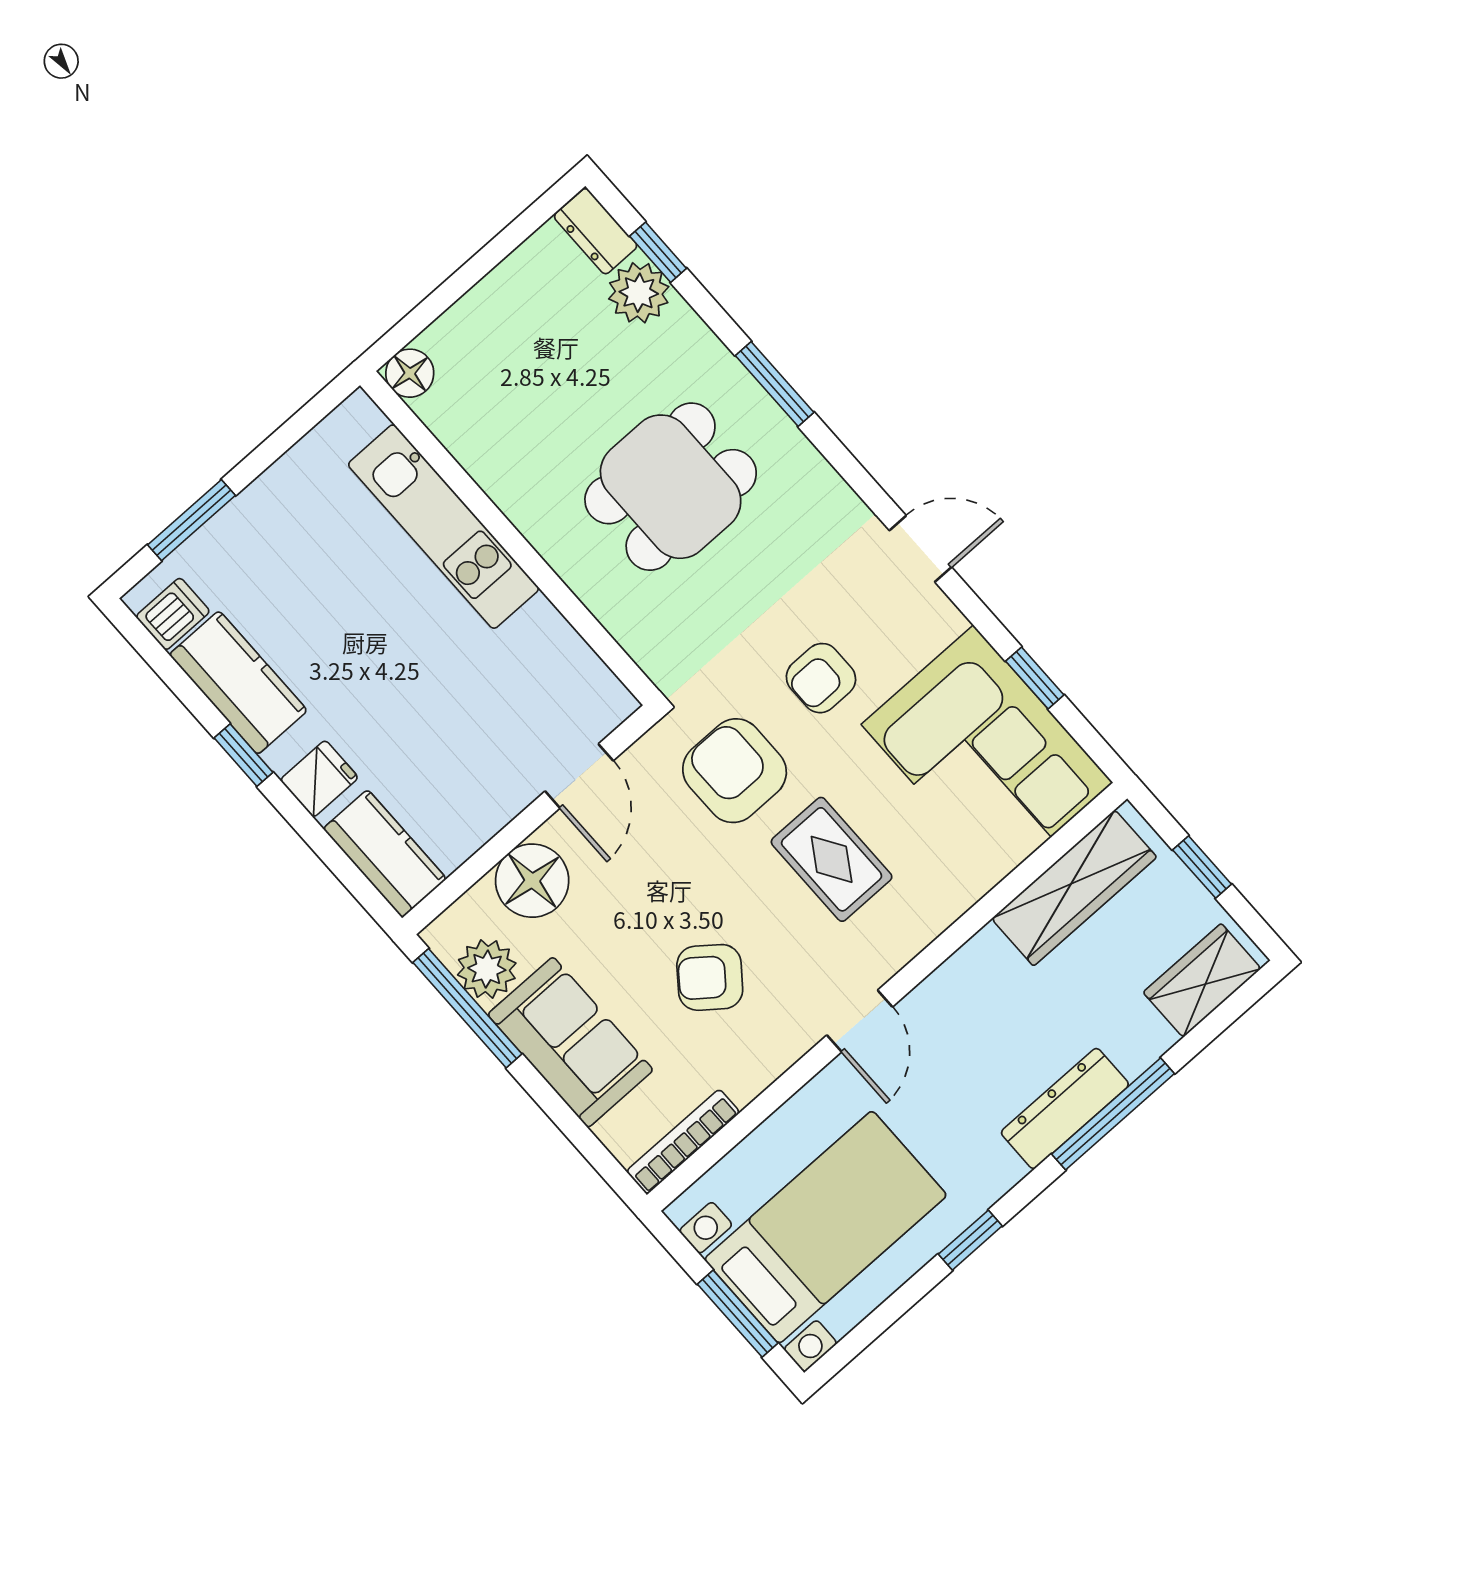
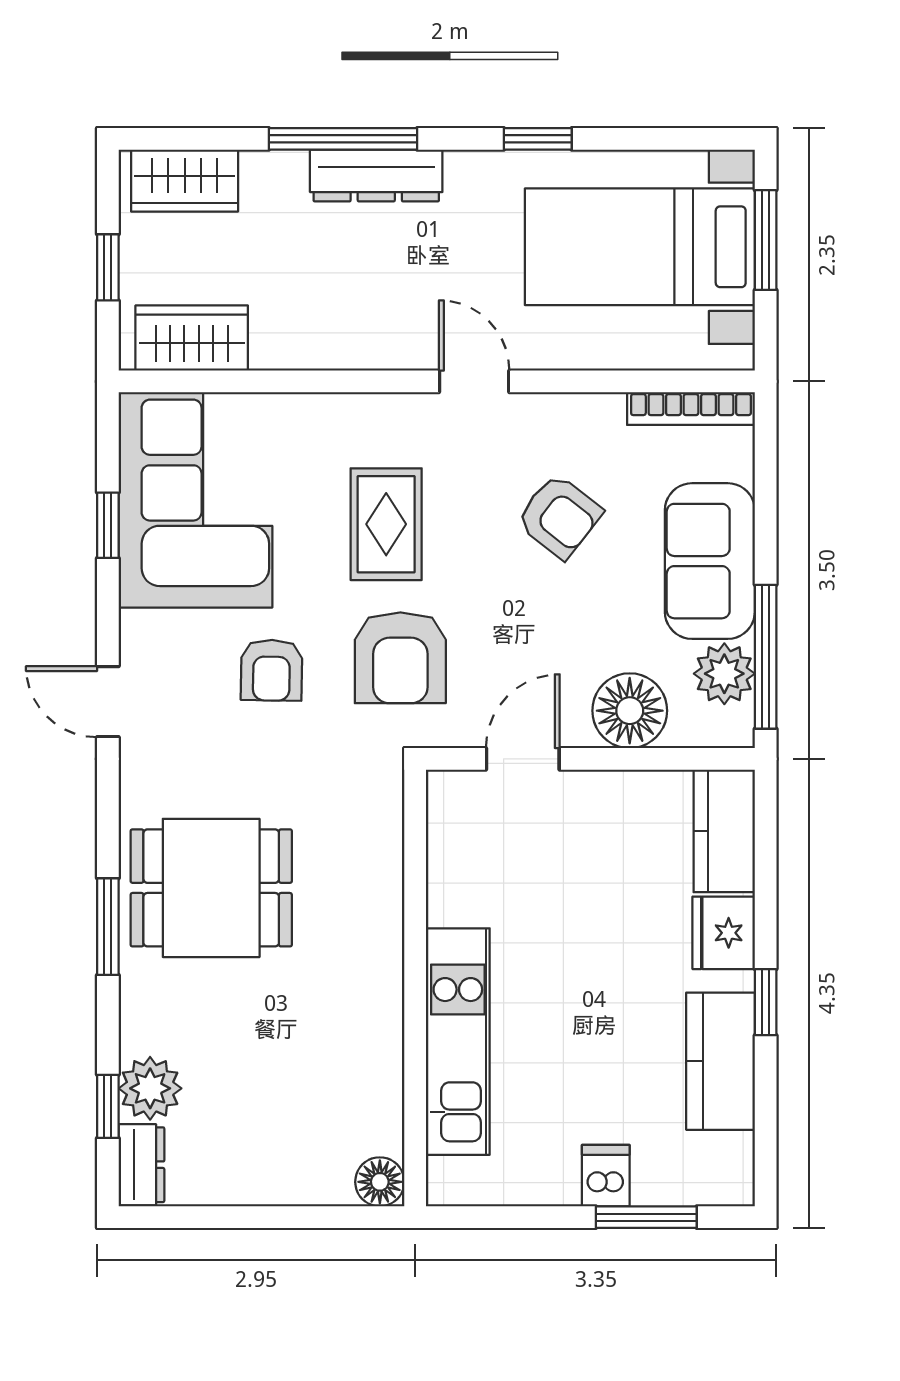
dining table: (671, 487) -> (211, 888), moved
dishwasher: (173, 614) -> (606, 1176), moved, turned 90
armchair: (821, 678) -> (271, 670), turned 91
fridge: (319, 779) -> (724, 933), width x1.38
wardrobe: (1074, 888) -> (192, 338), width x0.67
door: (860, 1021) -> (474, 381), hinge flipped

